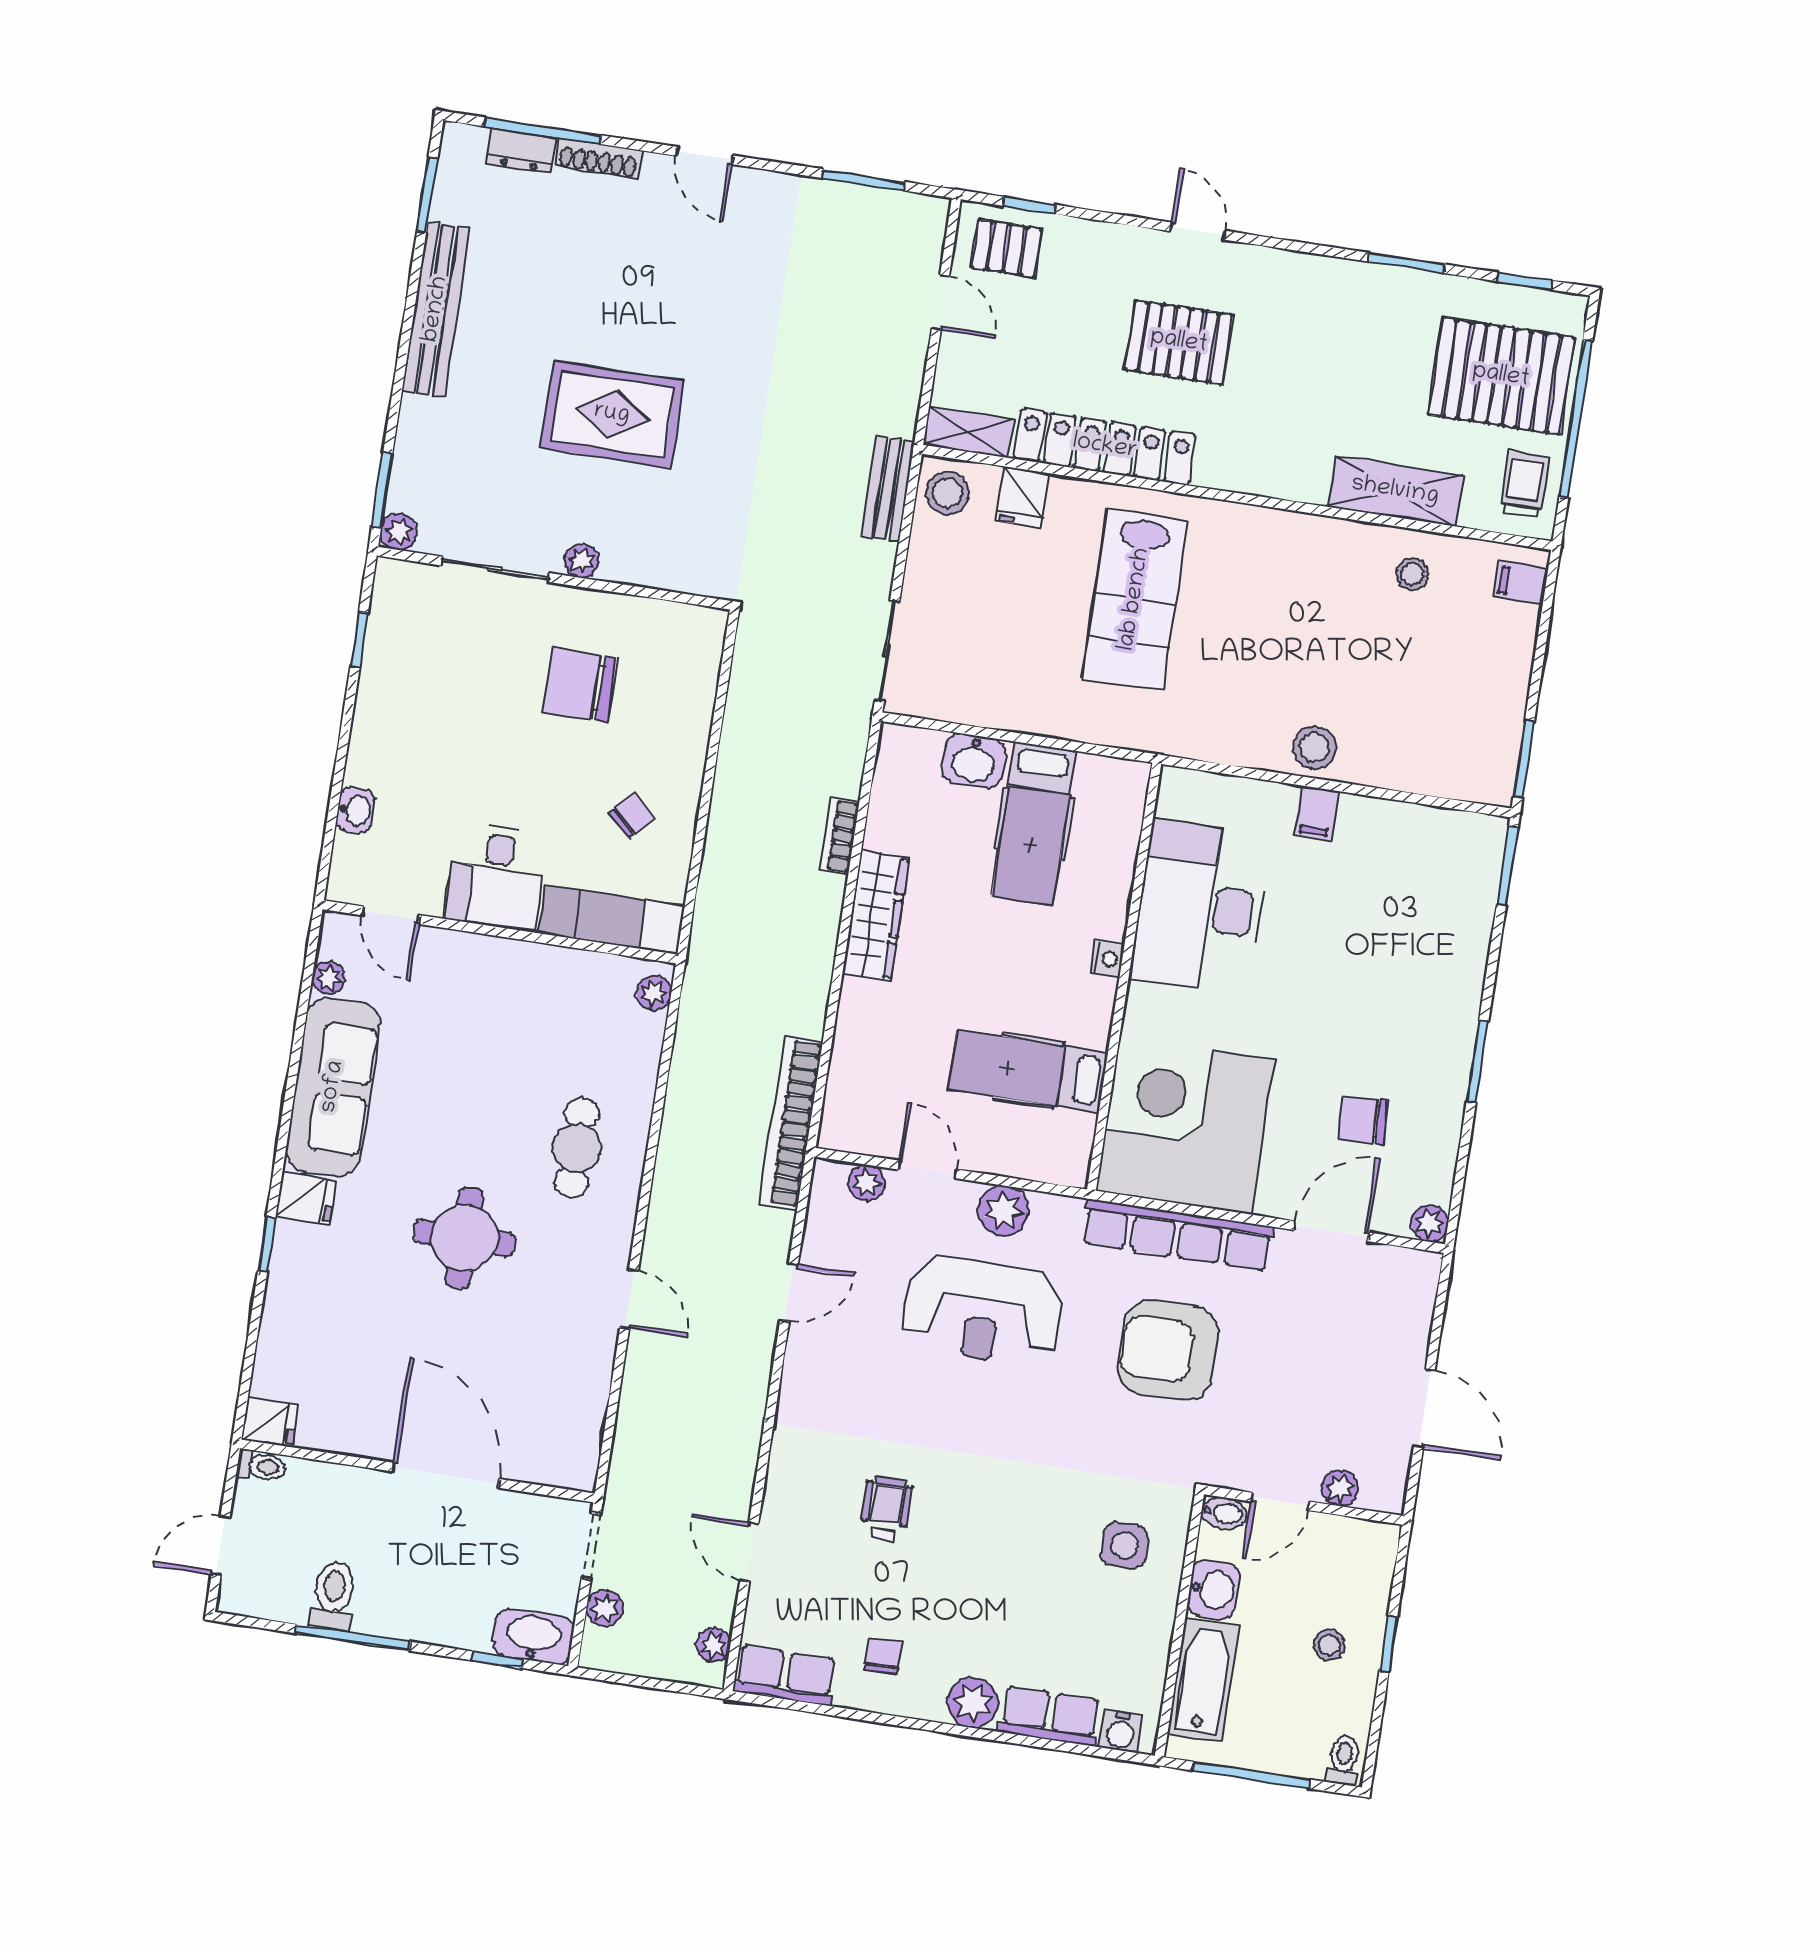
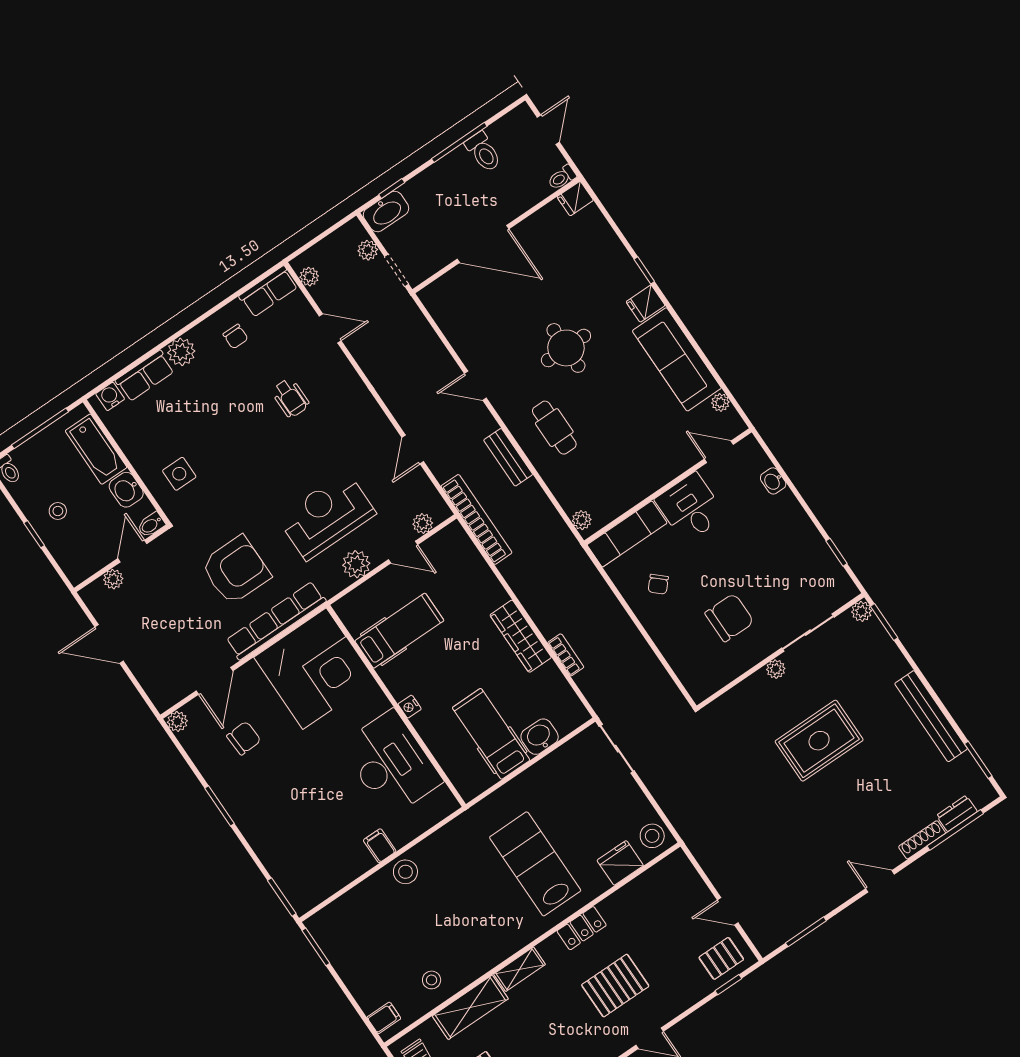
shelving: (968, 432) -> (520, 969), moved
locker: (1105, 447) -> (582, 928), width x0.46, depth x0.83
bench: (888, 489) -> (508, 457), moved
fridge: (1022, 497) -> (620, 863), width x1.38

